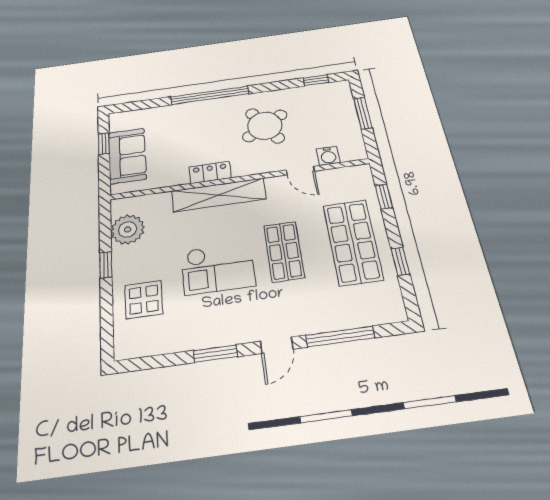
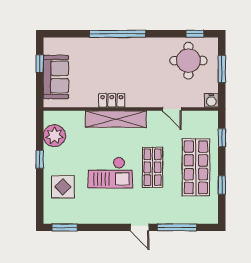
round table: (265, 126) -> (188, 61), moved, turned 32
water cooler: (328, 156) -> (211, 100), moved
door: (277, 345) -> (140, 227), hinge flipped
window: (215, 354) -> (65, 227), moved

